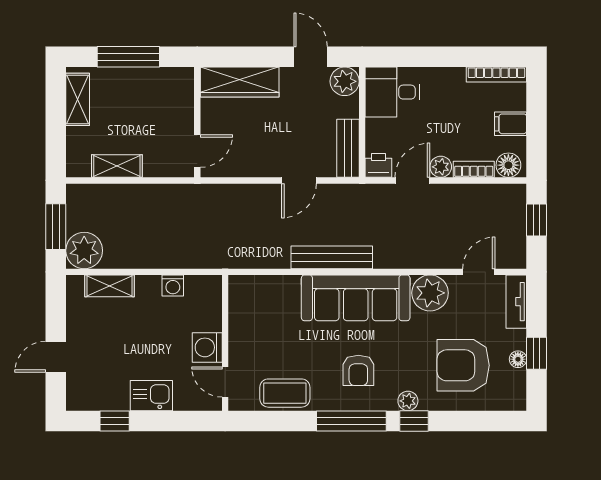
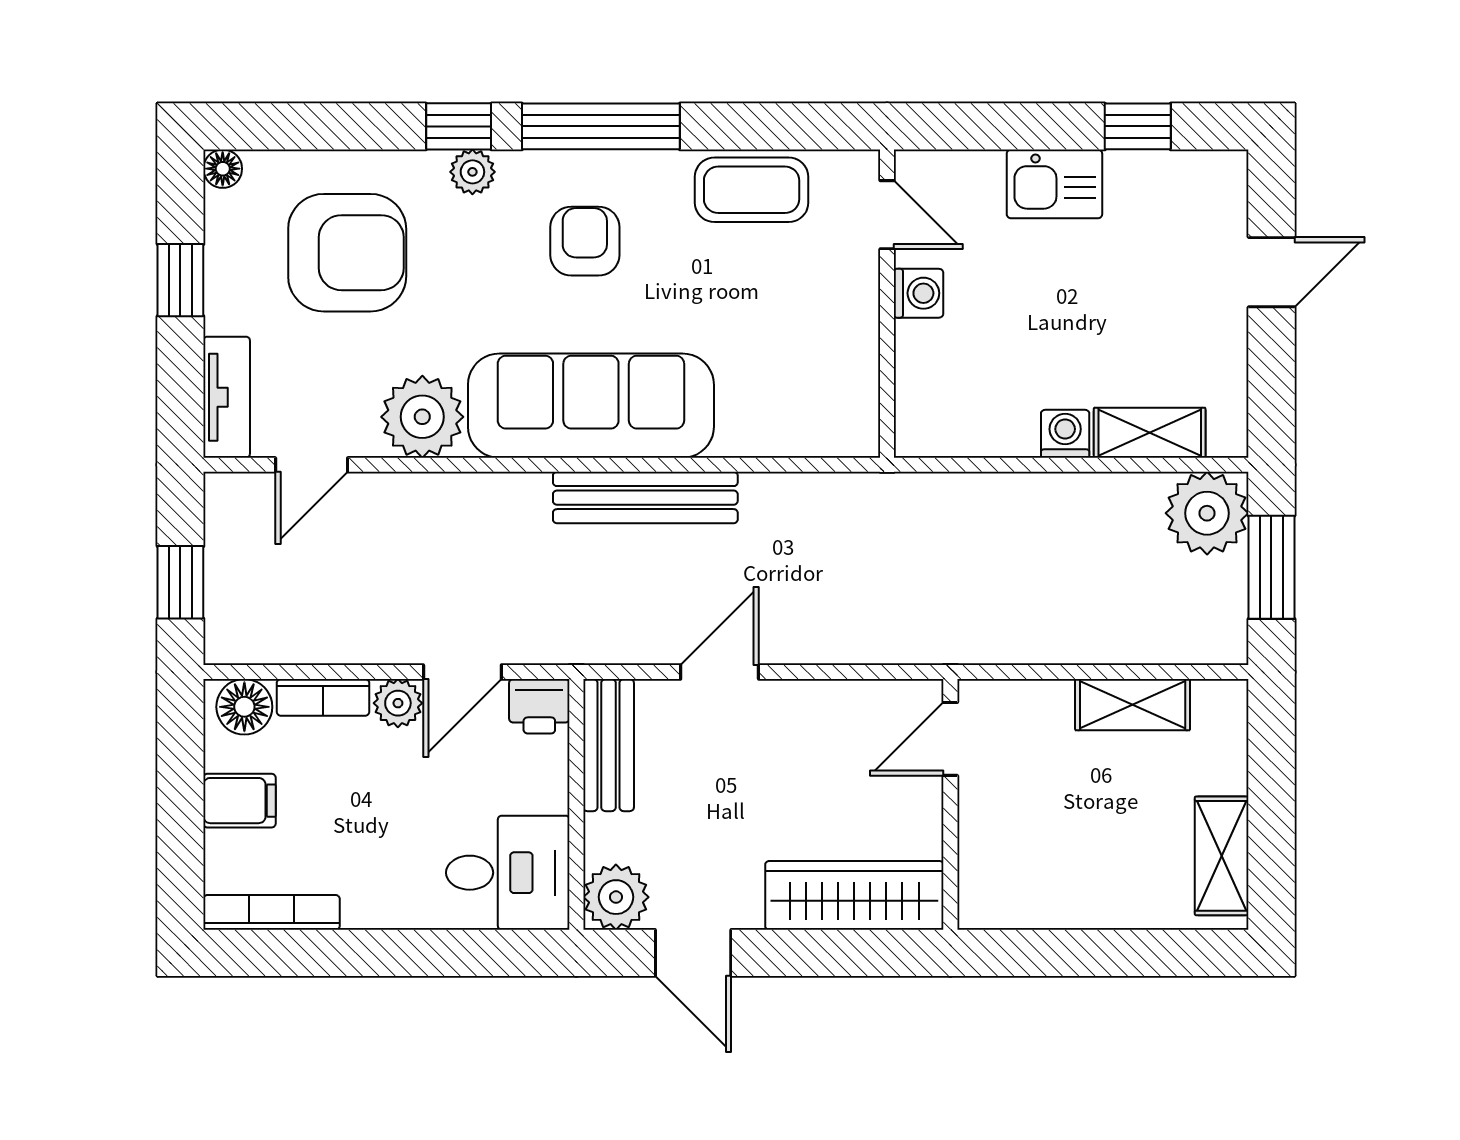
window: (128, 57) -> (1106, 953), removed
washing machine: (173, 285) -> (1065, 434), moved
washing machine: (207, 347) -> (919, 293), width x0.73, depth x0.73
floor lamp: (518, 359) -> (223, 169), moved

